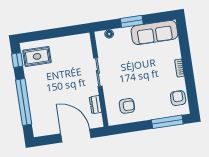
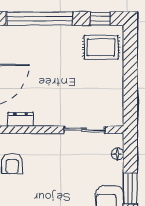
rug: (37, 56) -> (101, 47), turned 90
sliding door: (98, 72) -> (84, 130), moved

